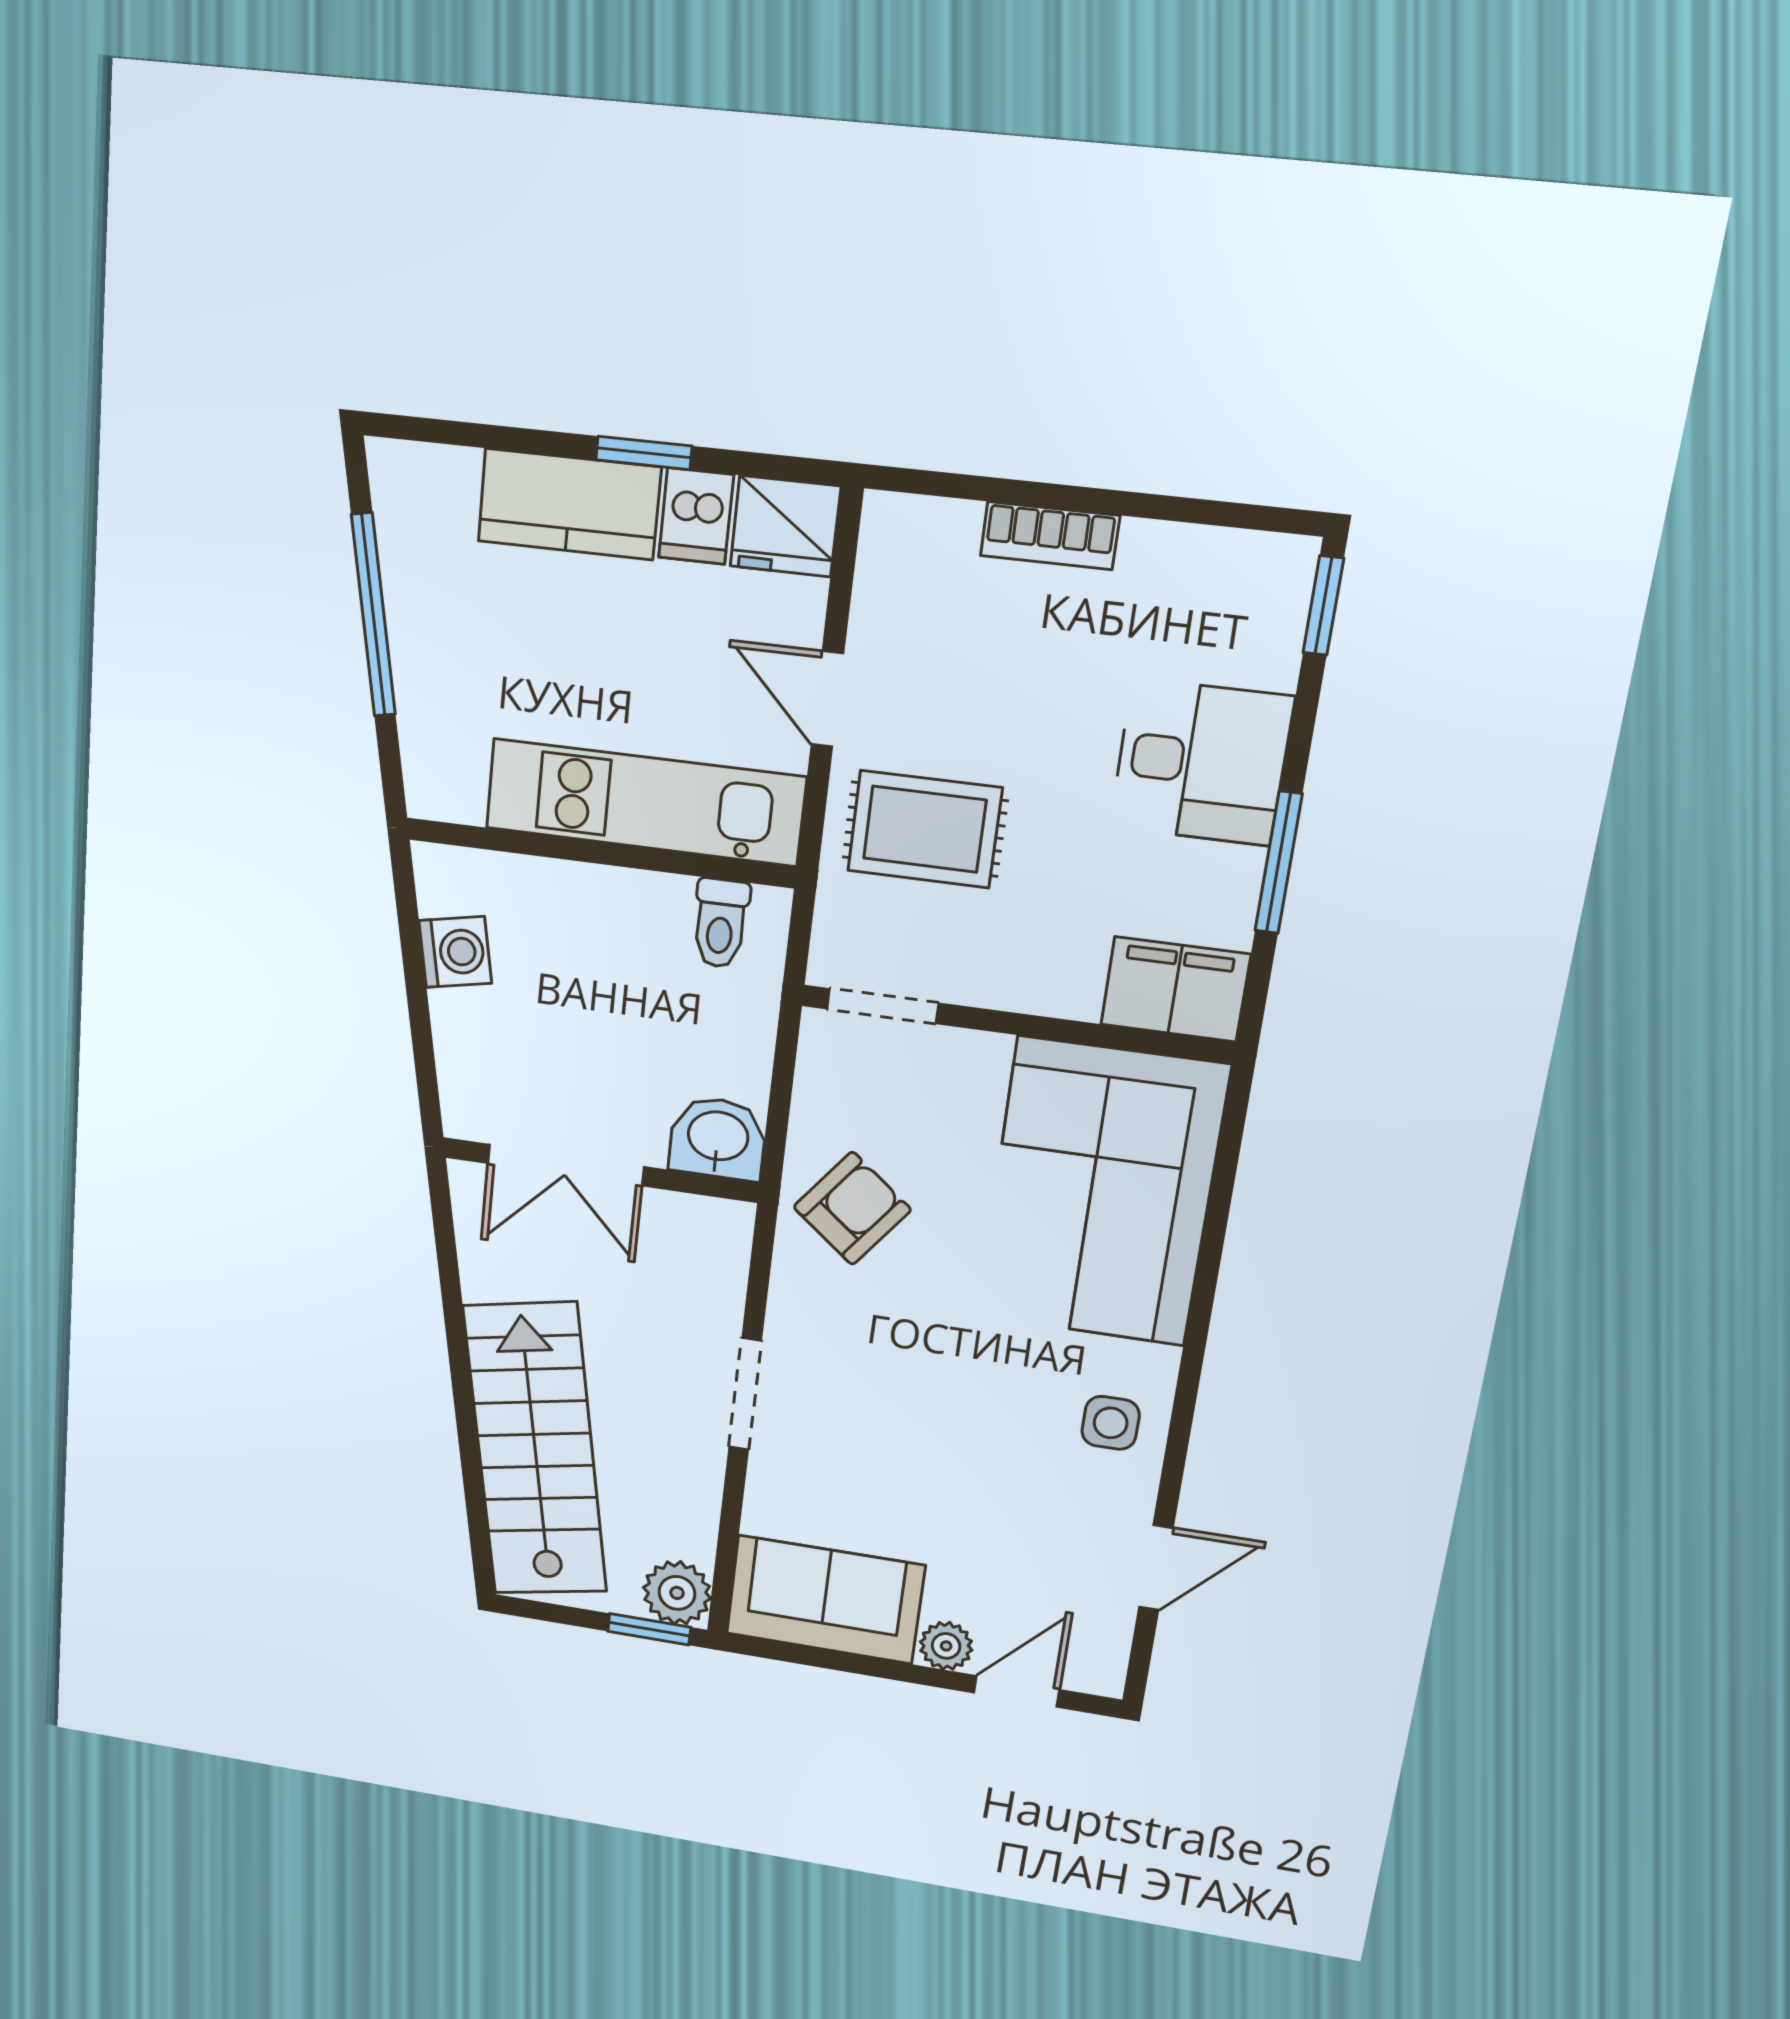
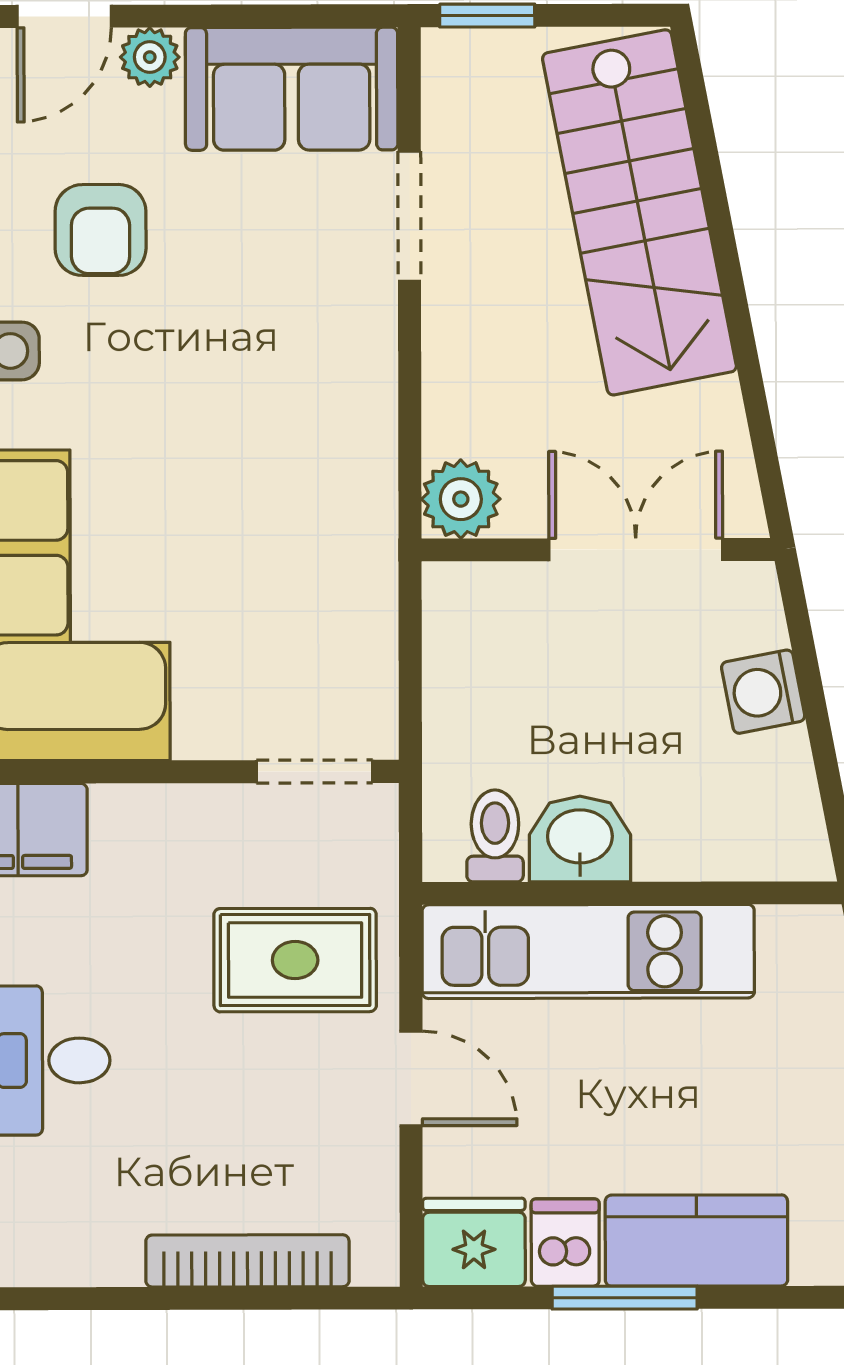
window: (644, 453) -> (625, 1298), width x1.50
bookcase: (1050, 536) -> (247, 1261), width x1.56
washing machine: (455, 952) -> (763, 692), moved
washbasin: (718, 1138) -> (580, 839), moved, turned 180
armchair: (852, 1208) -> (101, 230), moved, turned -38
doorway: (745, 1394) -> (409, 216), moved
plant: (677, 1593) -> (461, 499), moved

